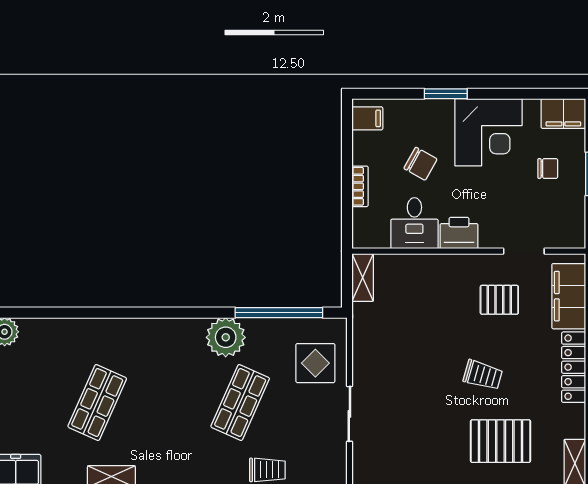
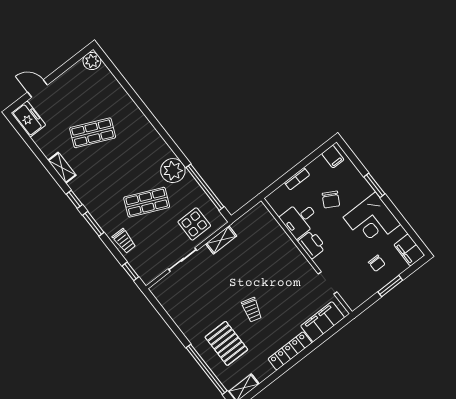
shelving: (363, 278) -> (221, 240), moved
pallet: (499, 300) -> (295, 289), removed

